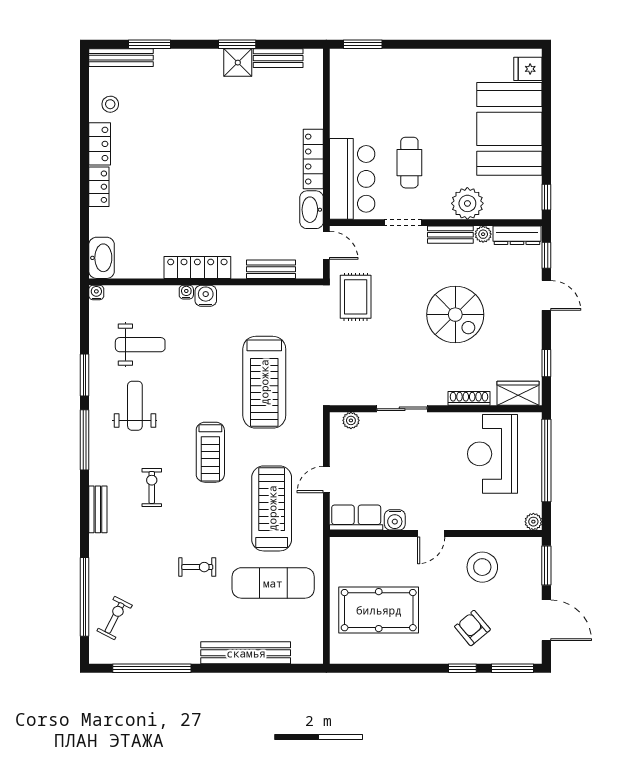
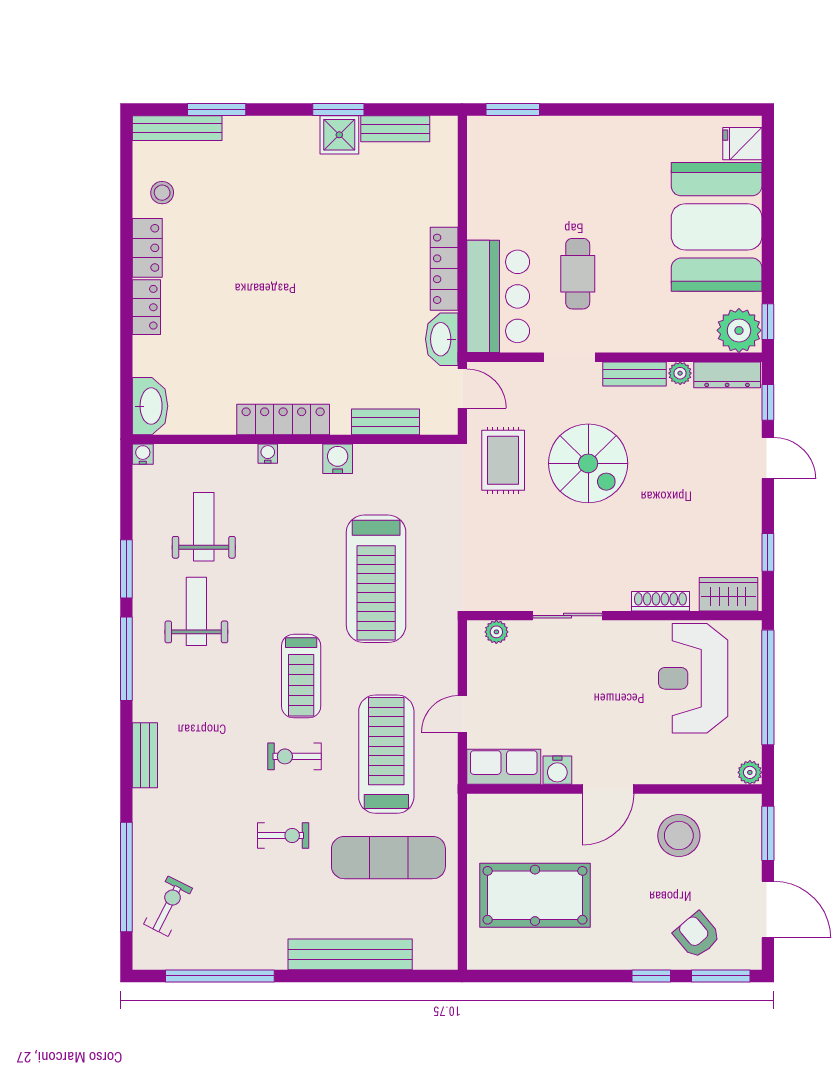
plant: (467, 203) -> (739, 330), moved
water cooler: (206, 296) -> (338, 459), moved
spiral stairs: (455, 315) -> (588, 463), moved
weight bench: (140, 345) -> (204, 527), turned -90
exercise bike: (152, 487) -> (294, 756), moved, turned -90
door: (431, 534) -> (608, 789), width x1.38
armchair: (472, 628) -> (697, 935), moved

